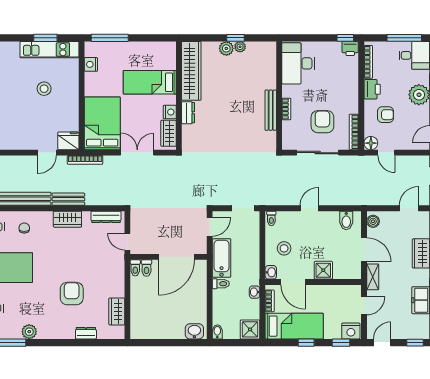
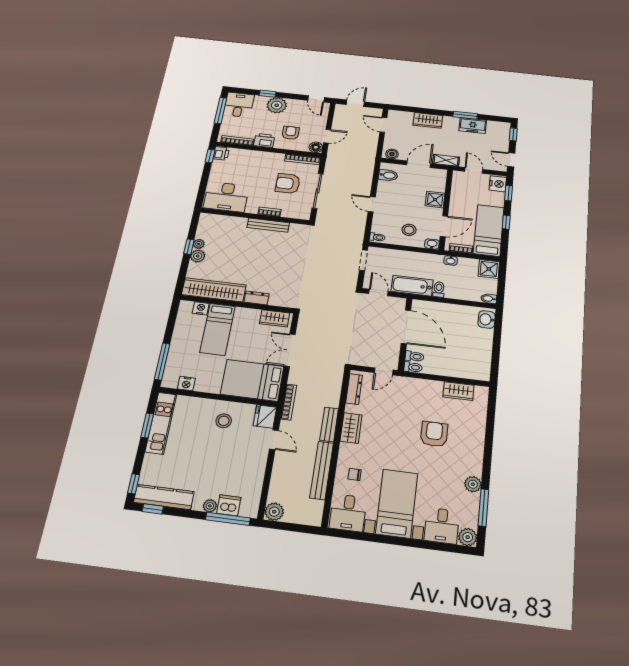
stool: (44, 89) -> (224, 421), moved
nightstand: (170, 112) -> (201, 308), moved
armchair: (72, 294) -> (434, 434), turned 90
dresser: (86, 333) -> (480, 425), removed

